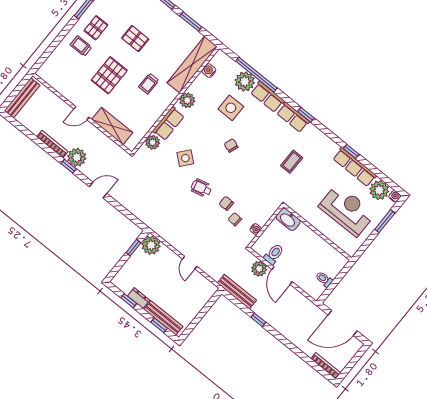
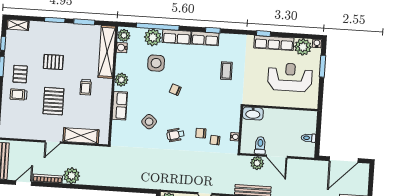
plant: (153, 142) -> (124, 35), moved
window: (69, 166) -> (70, 186), removed
door: (98, 190) -> (24, 183), moved

